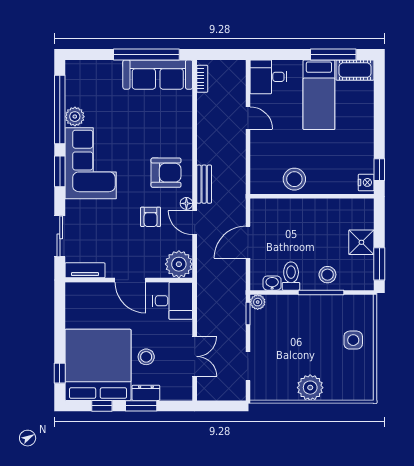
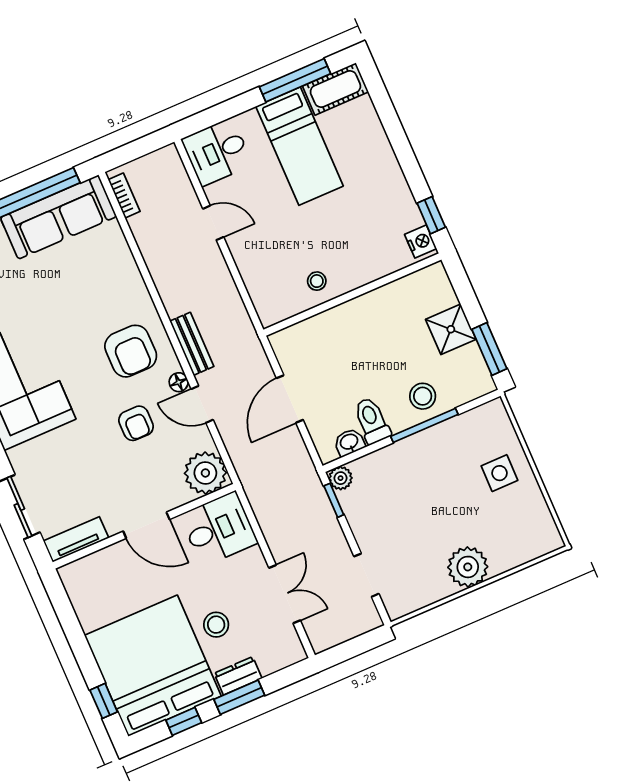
armchair: (166, 173) -> (131, 351), turned 90
stool: (294, 179) -> (317, 281), width x0.53, depth x0.53

